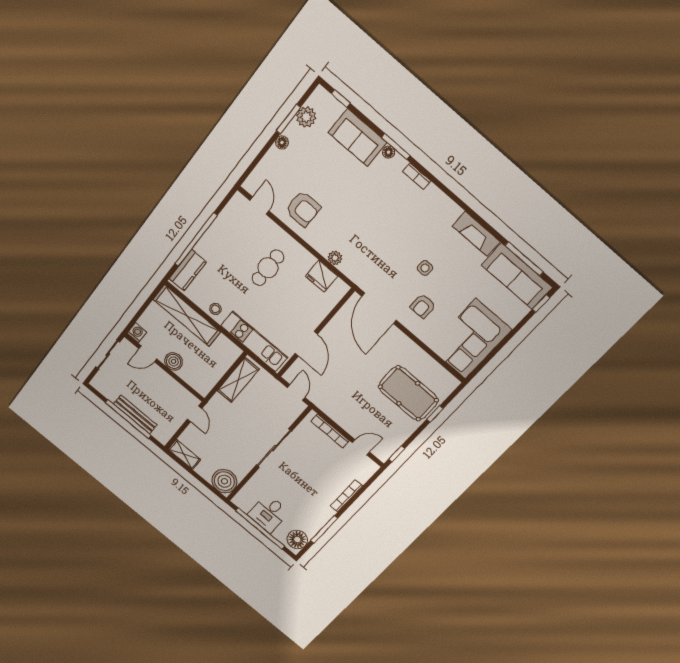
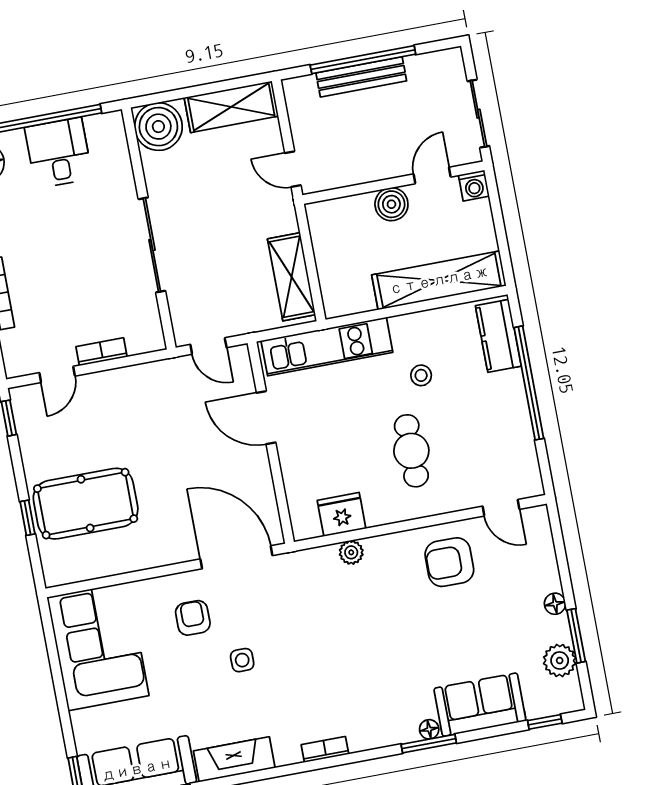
bookcase: (417, 176) -> (325, 749), moved
stool: (215, 309) -> (421, 375), moved
bookcase: (330, 431) -> (102, 352), width x0.64
shelving: (184, 454) -> (231, 107), width x1.50, depth x1.33

